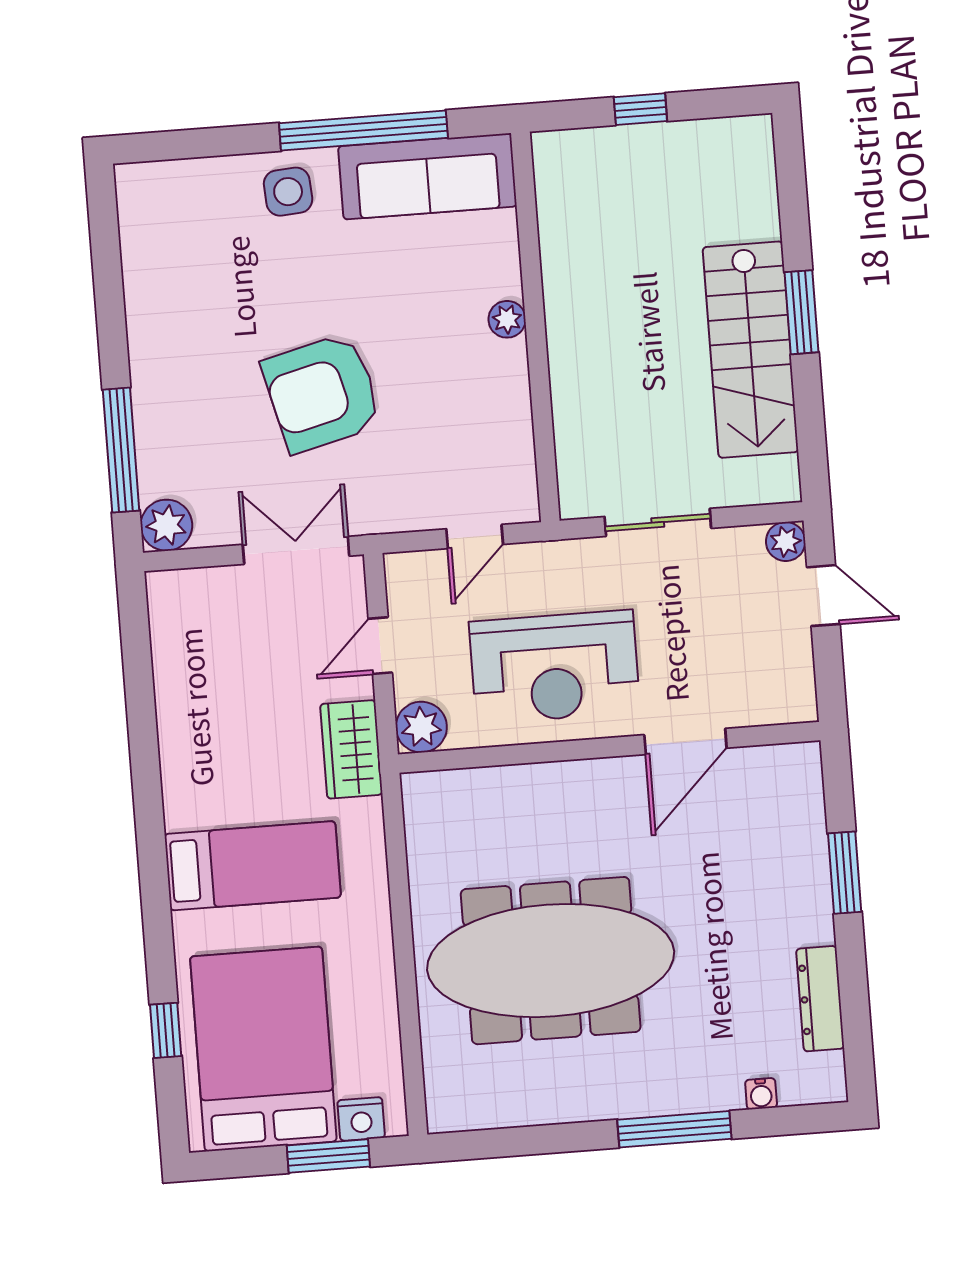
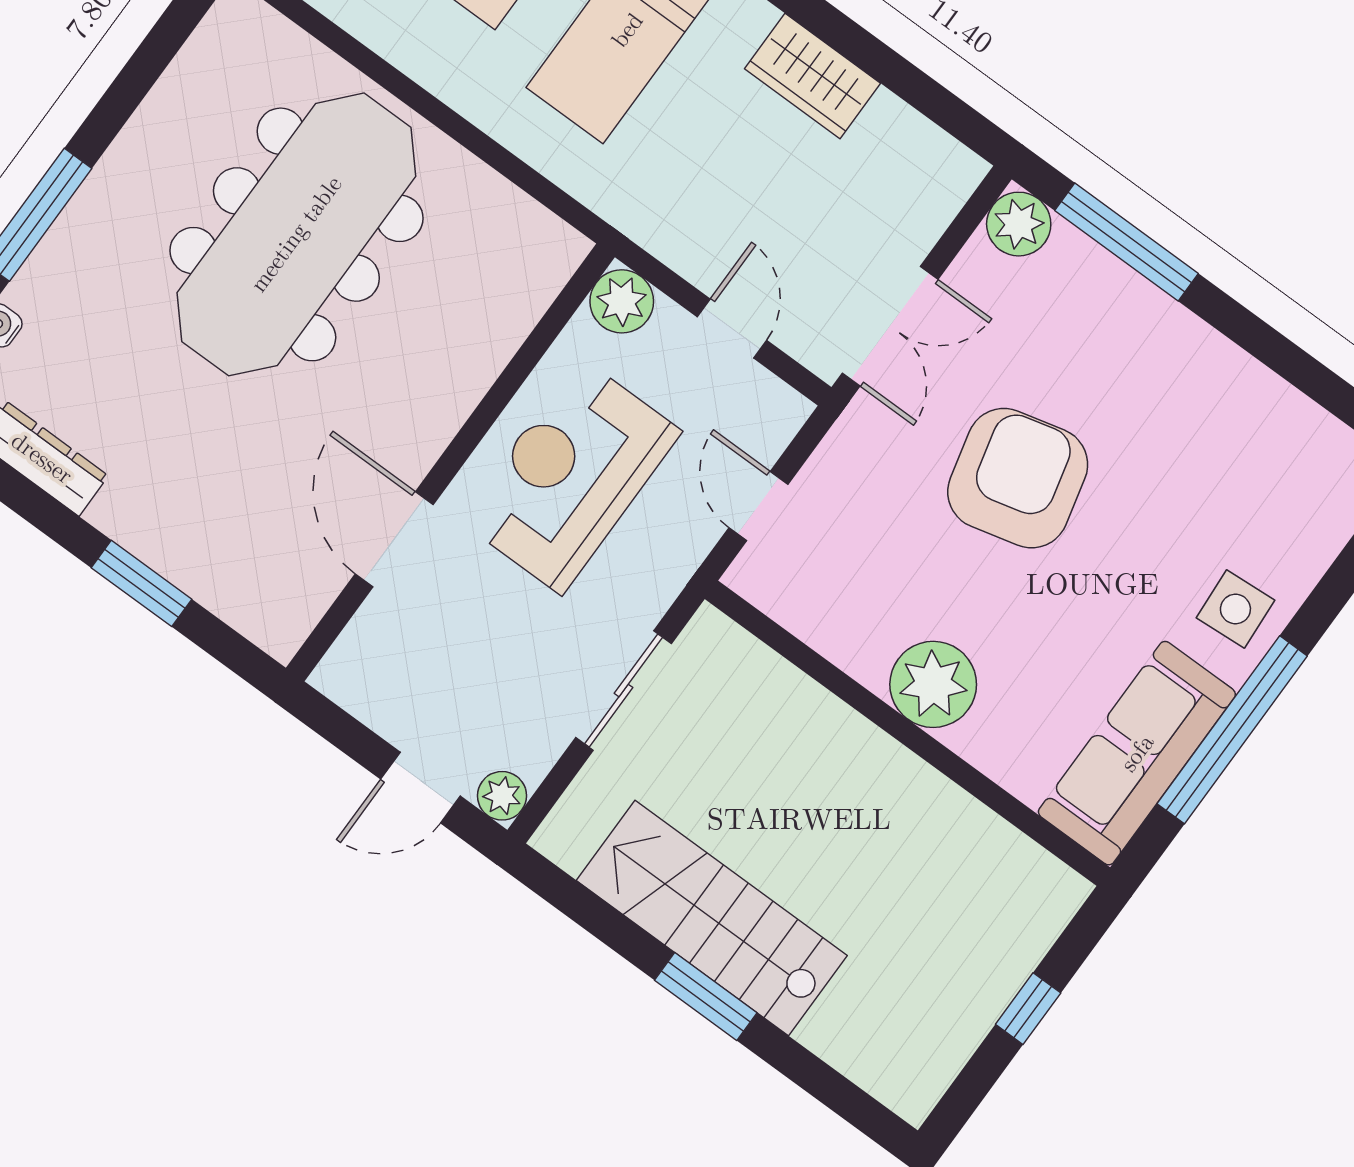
plant: (507, 319) -> (933, 684), width x1.87, depth x1.87
wardrobe: (351, 749) -> (812, 76), moved, turned 180

